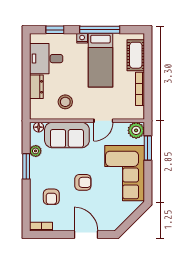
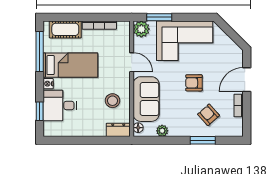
window: (100, 30) -> (40, 51), moved
desk: (46, 59) -> (60, 105), moved, turned 90
dresser: (36, 87) -> (118, 130), moved
window: (26, 166) -> (203, 140), moved
armchair: (83, 182) -> (194, 83), turned -90
armchair: (51, 197) -> (209, 115), turned -132
bookcase: (41, 227) -> (239, 106), moved

